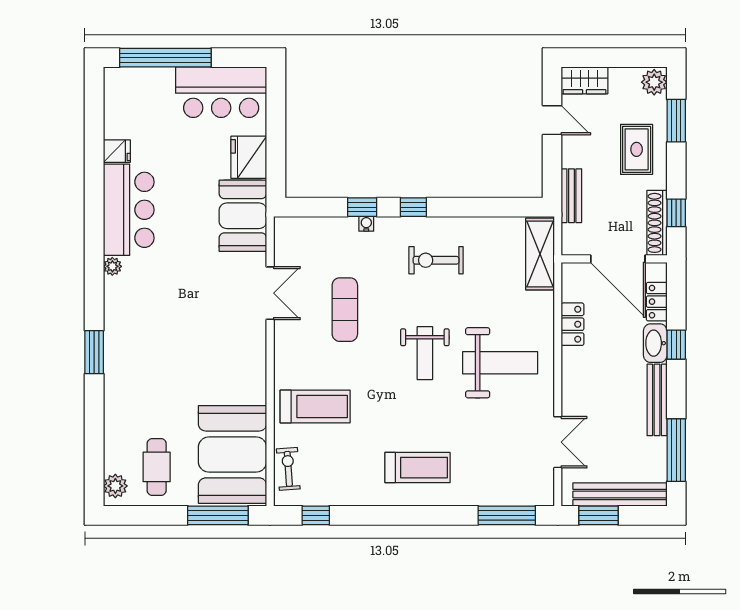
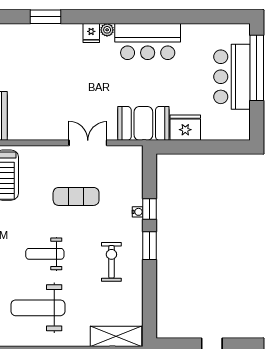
bar counter: (221, 92) -> (232, 77), moved
fridge: (117, 151) -> (91, 33), moved
window: (413, 207) -> (150, 246), width x1.50
double door: (270, 293) -> (88, 143), swing flipped
weight bench: (500, 363) -> (38, 308), turned 90

